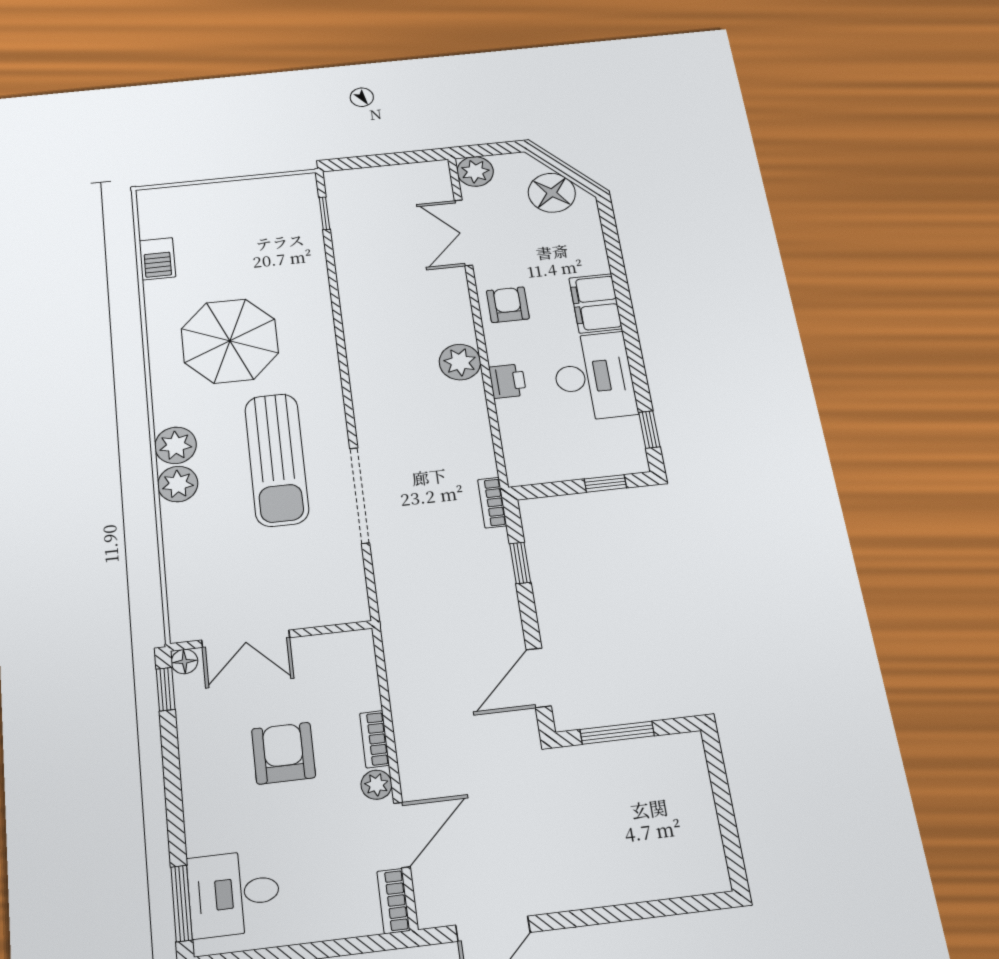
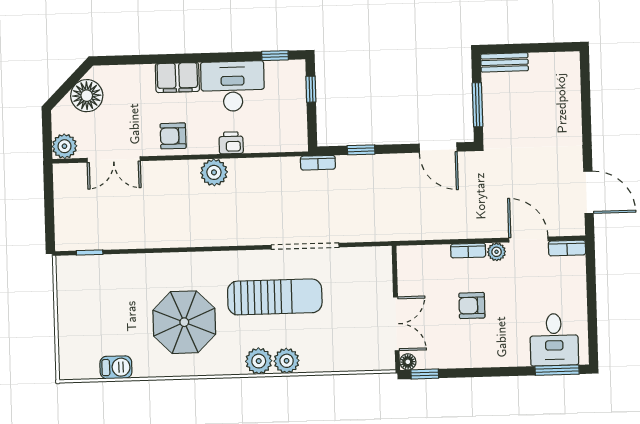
armchair: (283, 753) -> (472, 305), width x0.72, depth x0.72
bench: (694, 769) -> (505, 62), added

